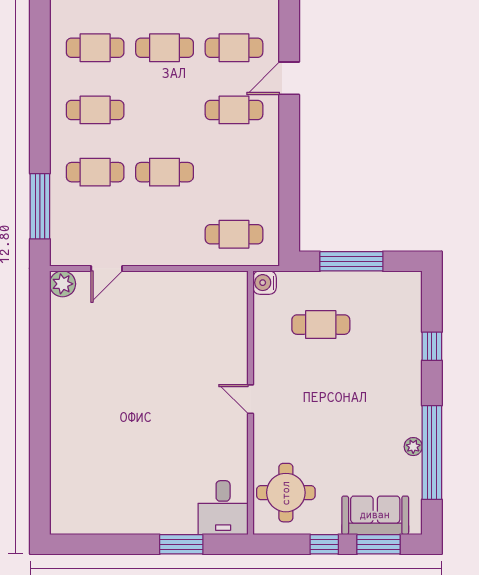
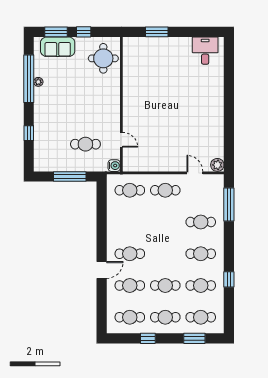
window: (40, 60) -> (229, 279), added
cafe table: (165, 172) -> (165, 190), moved
door: (107, 268) -> (195, 173), hinge flipped
door: (250, 399) -> (121, 140), moved
desk: (223, 508) -> (205, 51), moved

